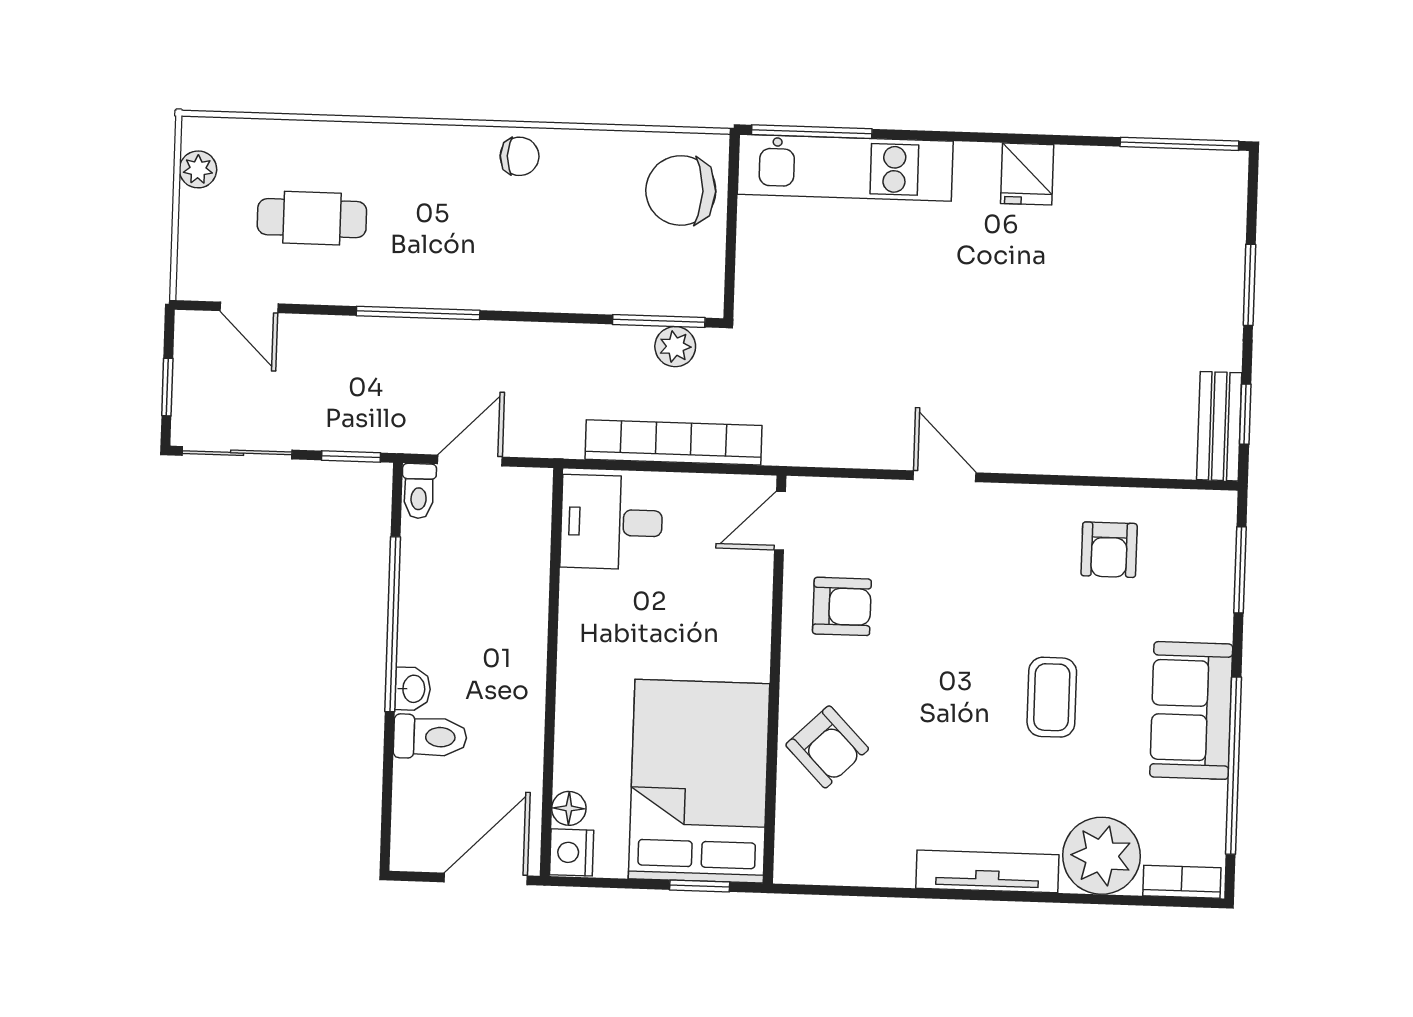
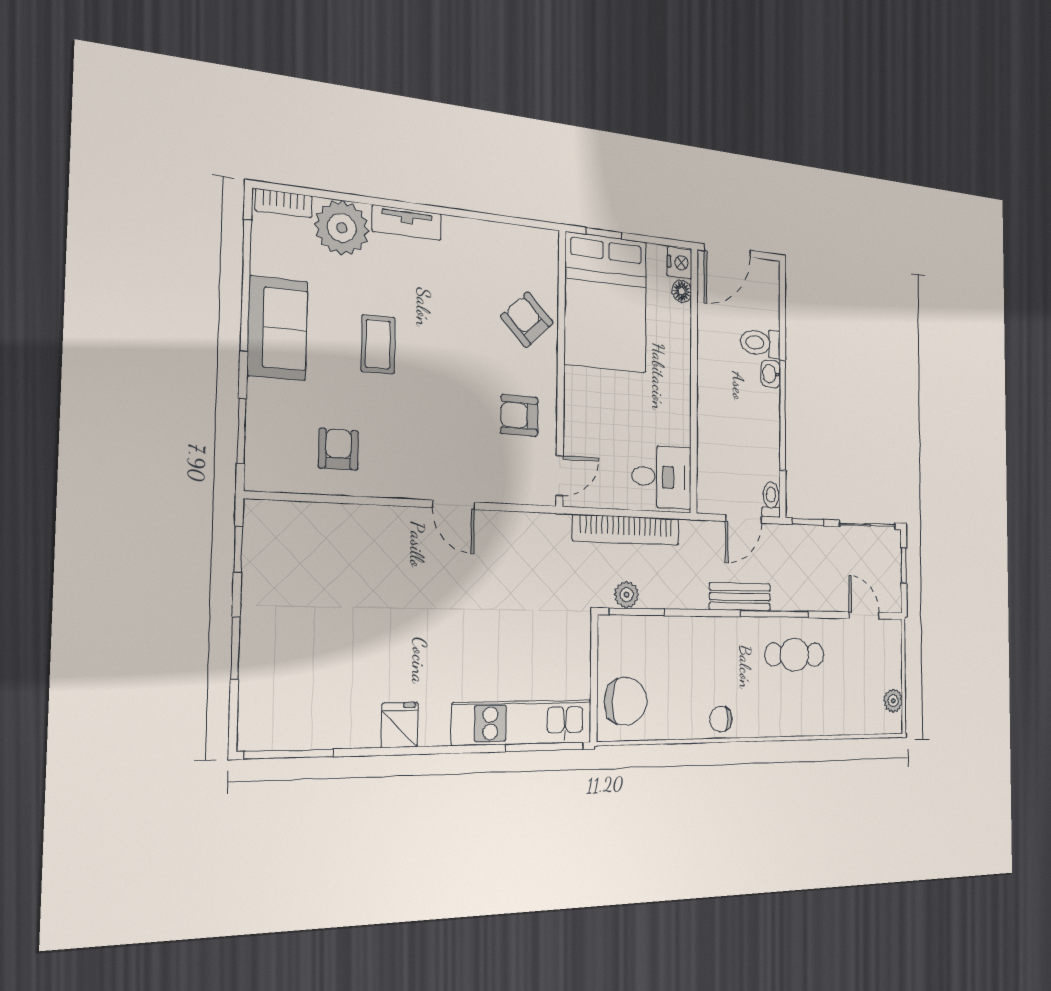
cafe table: (312, 218) -> (794, 655), moved
bench: (1219, 426) -> (740, 597), moved, turned 90
tv unit: (987, 871) -> (407, 223), width x0.71

